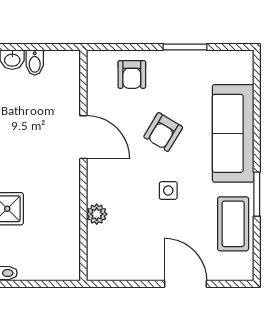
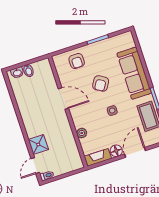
floor lamp: (151, 269) -> (116, 151), added
fireplace: (112, 270) -> (98, 157), added
door: (185, 284) -> (135, 152), hinge flipped

